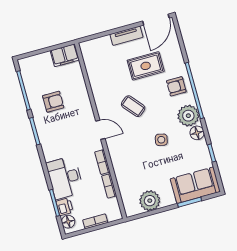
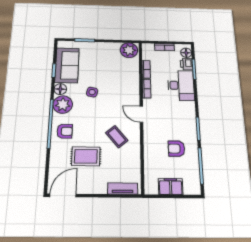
tv unit: (126, 36) -> (123, 189), moved
filing cabinet: (65, 55) -> (171, 187), moved
coffee table: (133, 106) -> (117, 137), moved
sofa: (195, 185) -> (67, 65), moved, turned -90
plant: (150, 201) -> (129, 50), moved

